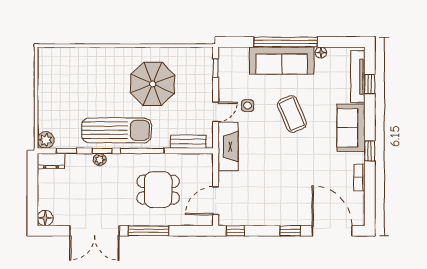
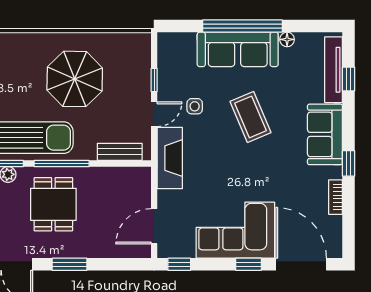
window: (216, 68) -> (154, 80), moved
dining table: (158, 190) -> (53, 204), moved, turned 90
corner sofa: (280, 204) -> (235, 230), added
window: (148, 231) -> (70, 264), width x0.69

